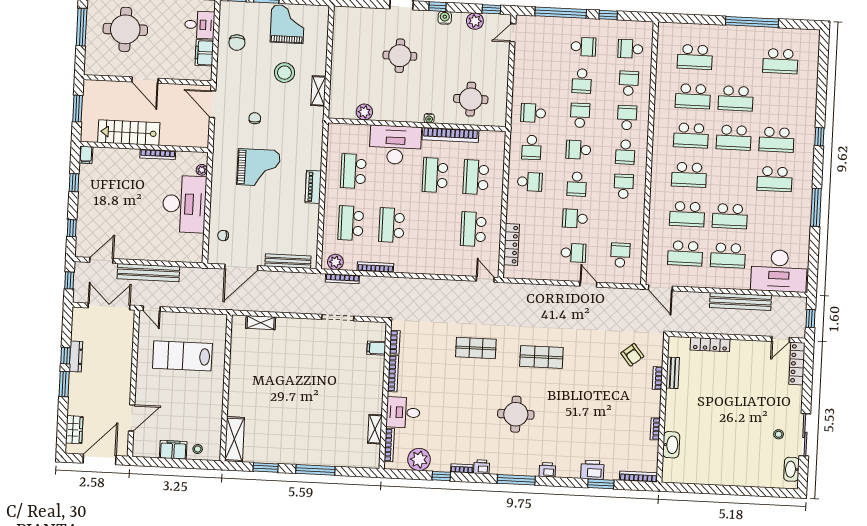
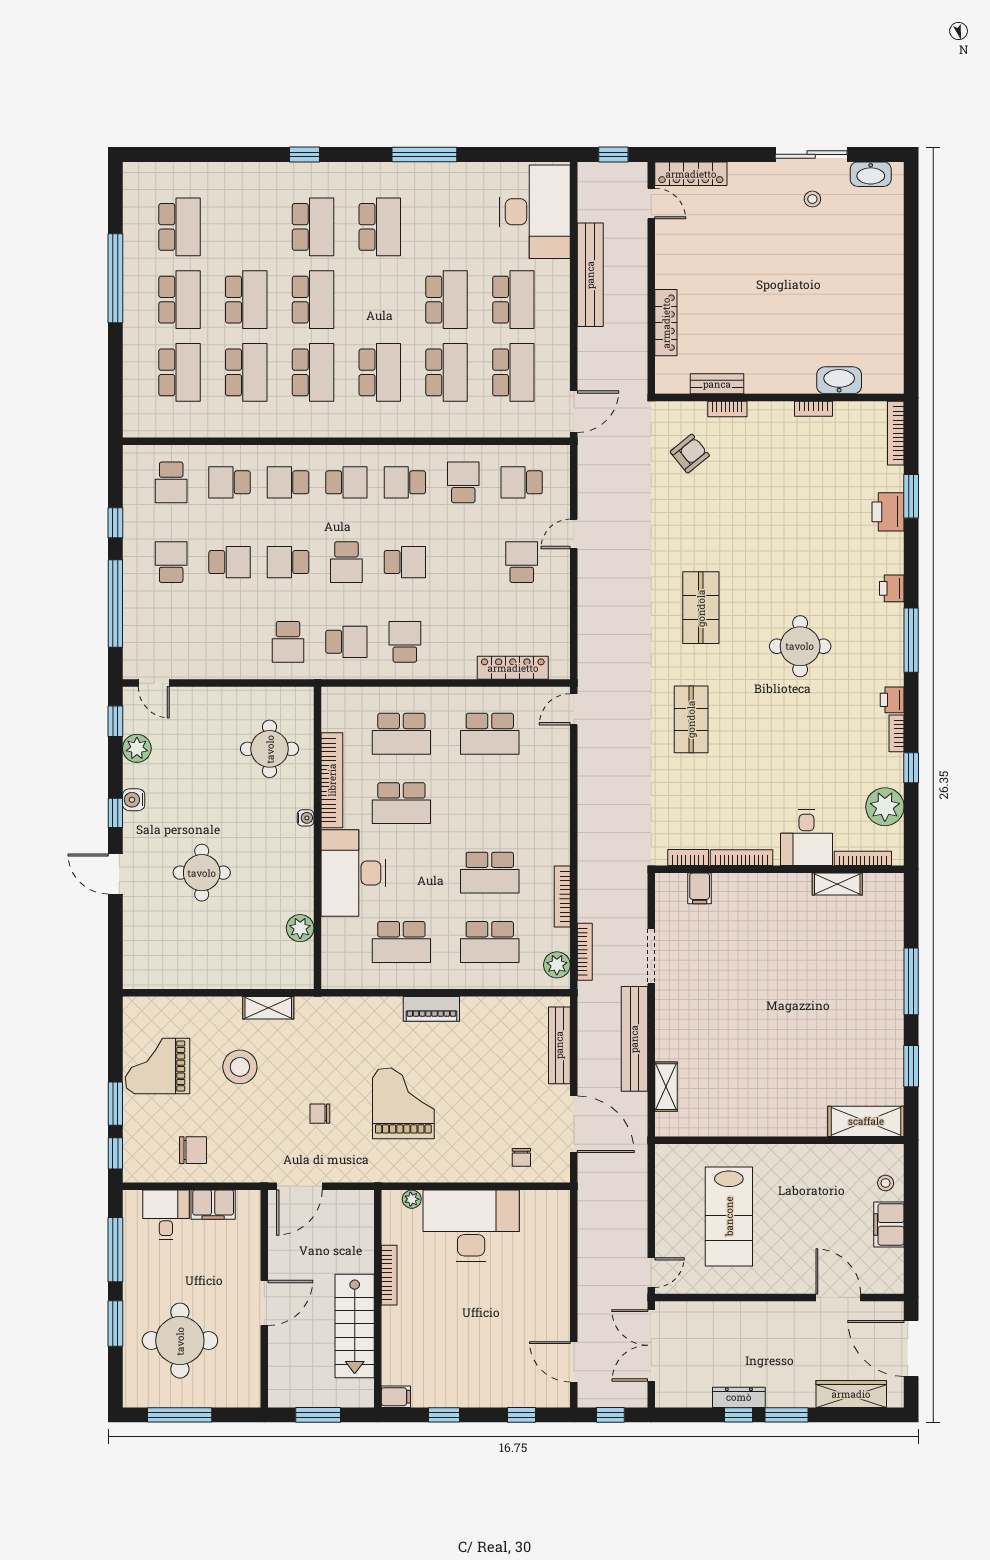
school desk: (738, 59) -> (179, 300), added
school desk: (575, 218) -> (463, 482), moved, turned 180
bench: (148, 273) -> (634, 1039), moved
wardrobe: (74, 430) -> (851, 1394), width x1.50

